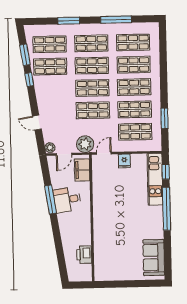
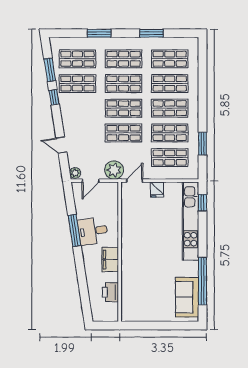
window: (116, 20) -> (151, 33), width x0.69
filing cabinet: (82, 170) -> (110, 260), moved
kitchen unit: (155, 179) -> (191, 221), width x1.36
window: (167, 209) -> (202, 281), moved

